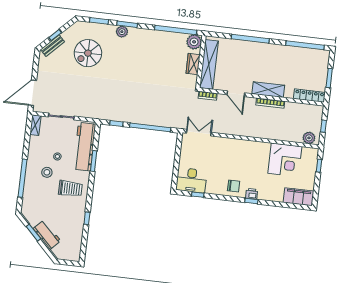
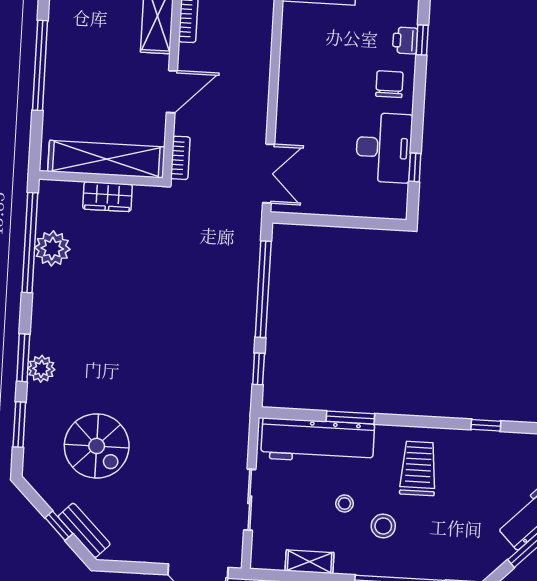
plant: (194, 42) -> (52, 248), moved
shelving: (35, 125) -> (310, 562), moved
double door: (199, 133) -> (269, 174), swing flipped
desk: (191, 180) -> (384, 148), moved

